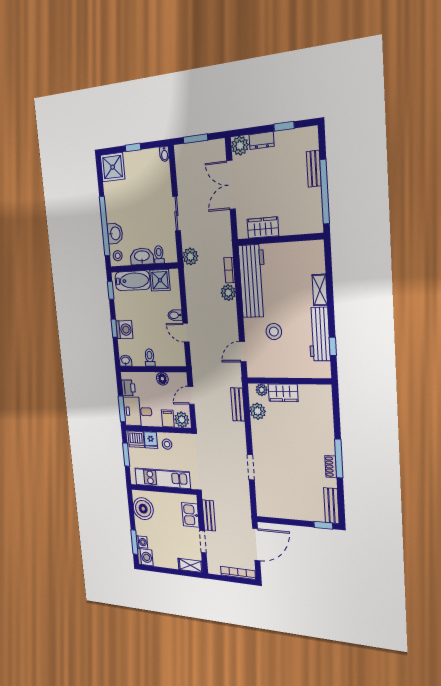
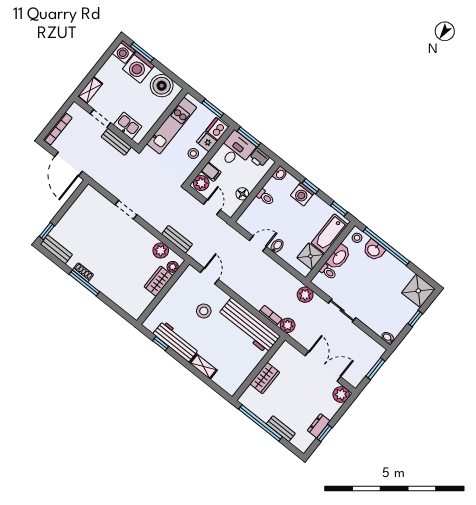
dresser: (262, 140) -> (319, 426), moved
wardrobe: (263, 228) -> (265, 378), moved
plant: (228, 293) -> (288, 325), moved
washing machine: (142, 542) -> (138, 67), width x1.89, depth x1.89

